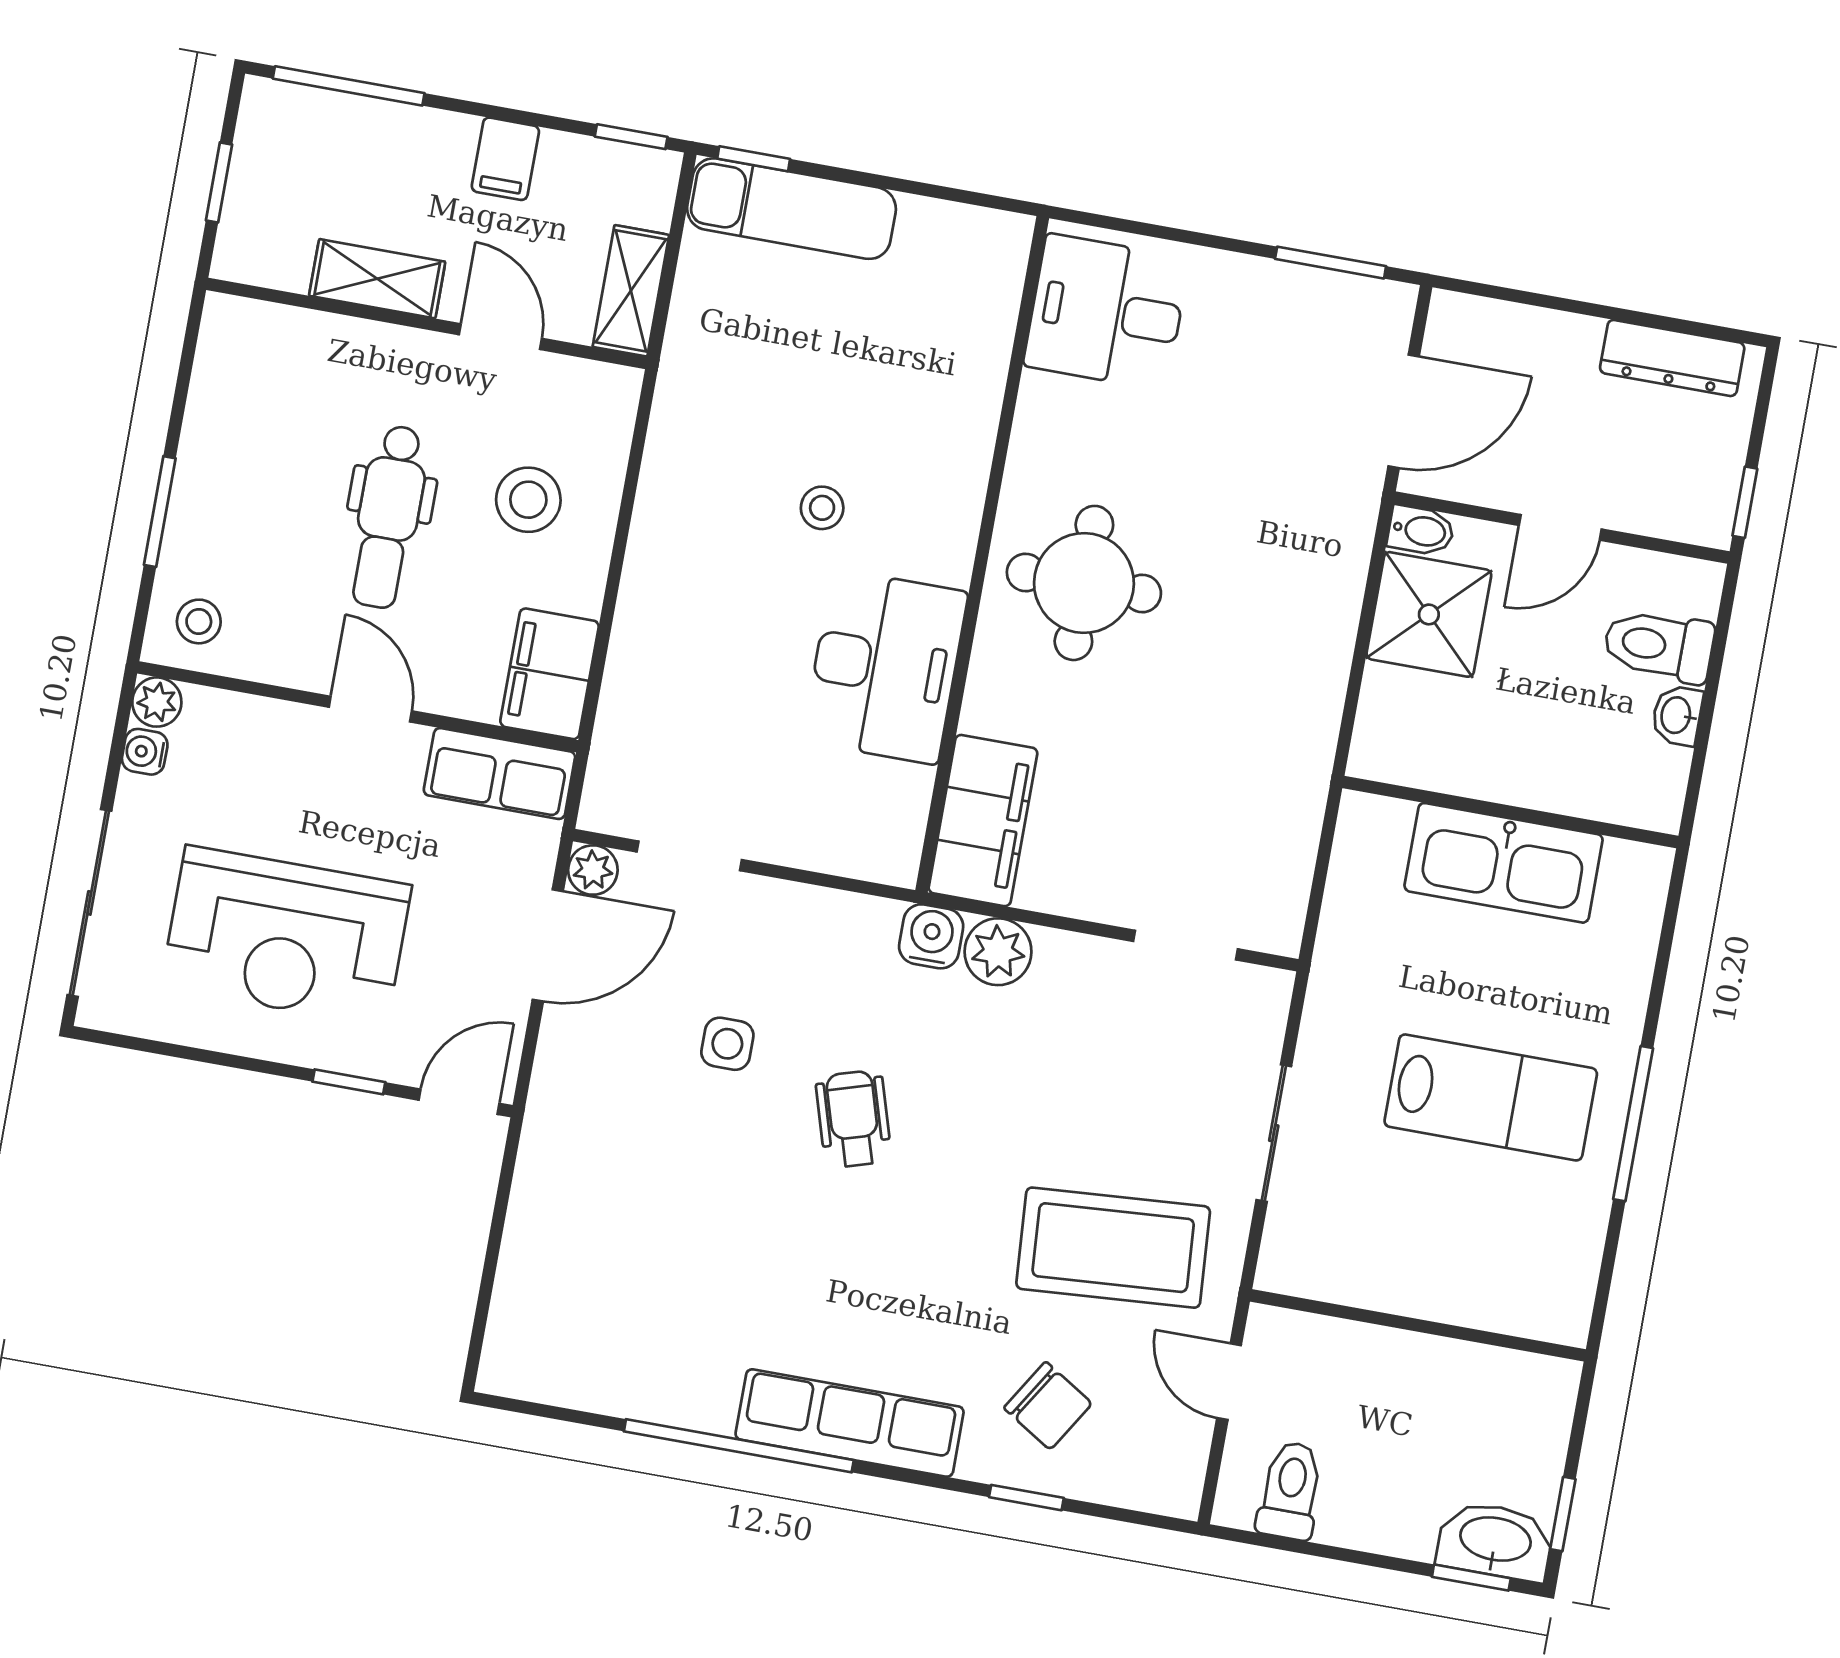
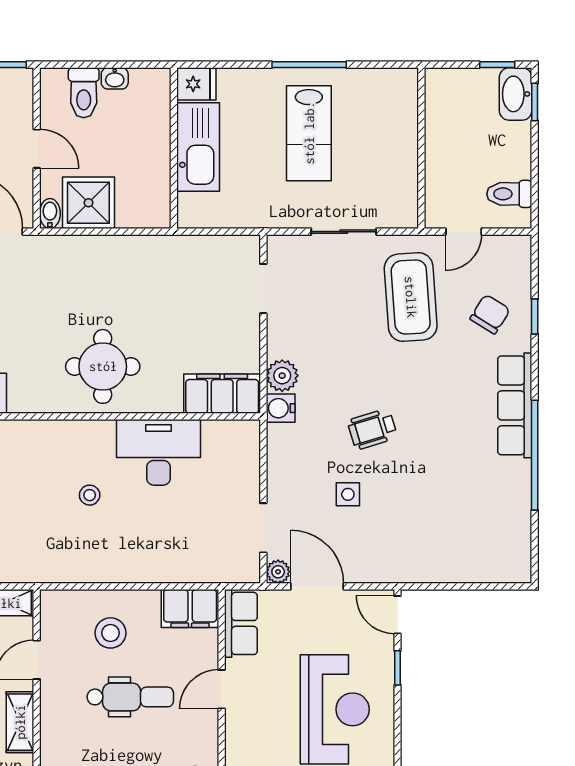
fridge: (1635, 883) -> (196, 84), added
lab bench: (1491, 1097) -> (309, 133), turned 180

